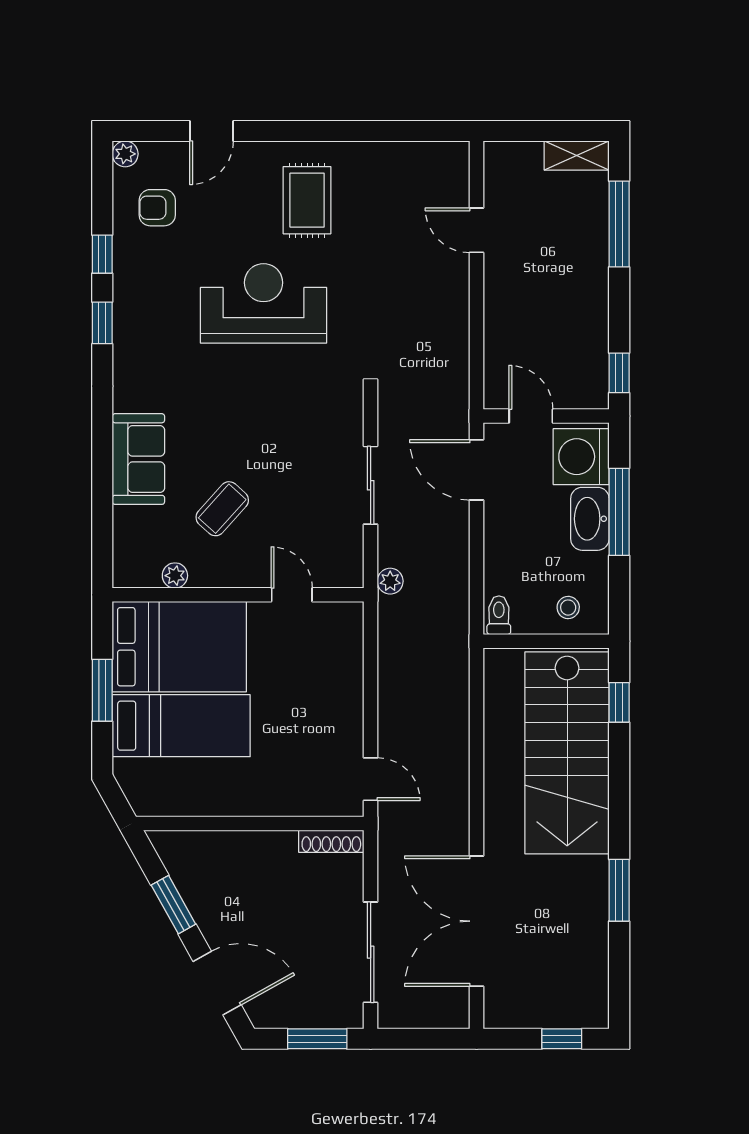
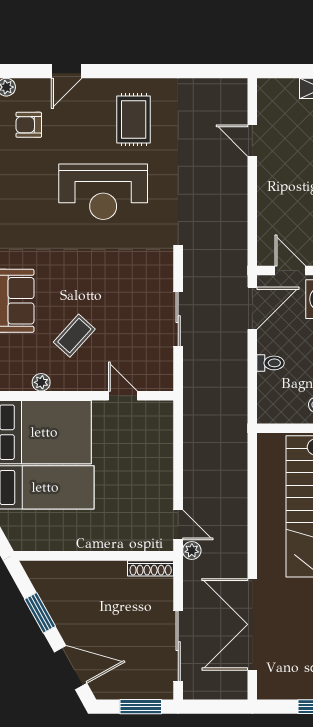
reception desk: (264, 303) -> (103, 192), turned 180
door: (477, 470) -> (252, 308), swing flipped
plant: (390, 581) -> (192, 551), moved
toilet: (499, 615) -> (271, 363), moved, turned 90

